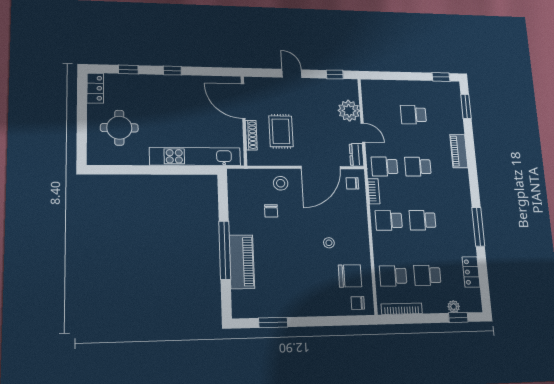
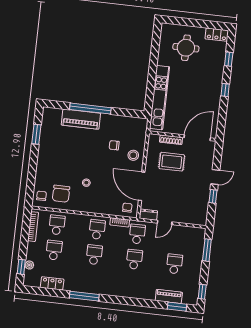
window: (335, 74) -> (213, 196), moved
window: (388, 76) -> (207, 250), added
plant: (349, 111) -> (182, 215), removed
piano: (459, 151) -> (169, 296), moved

